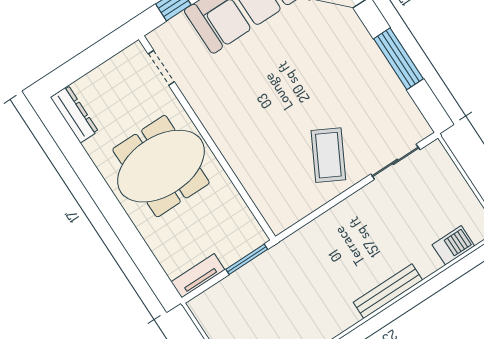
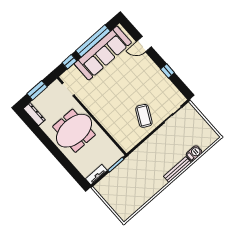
window: (398, 59) -> (168, 71), width x0.46
window: (89, 60) -> (37, 90), added
barbecue: (453, 245) -> (194, 153), moved

